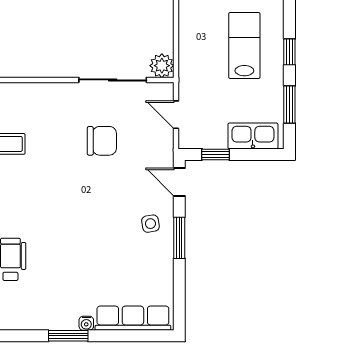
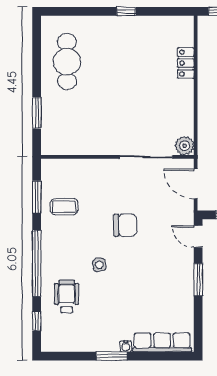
door: (176, 115) -> (196, 184), width x1.38
chair: (102, 141) -> (125, 225), moved
side table: (150, 224) -> (99, 265), moved

